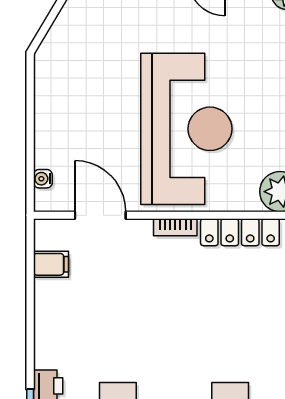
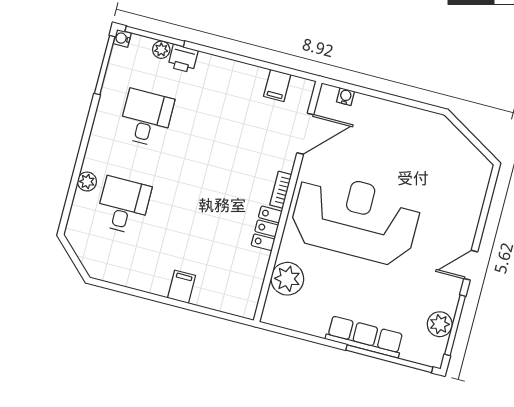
reception desk: (186, 129) -> (355, 218), turned 180
locker: (240, 232) -> (267, 228), width x0.66

